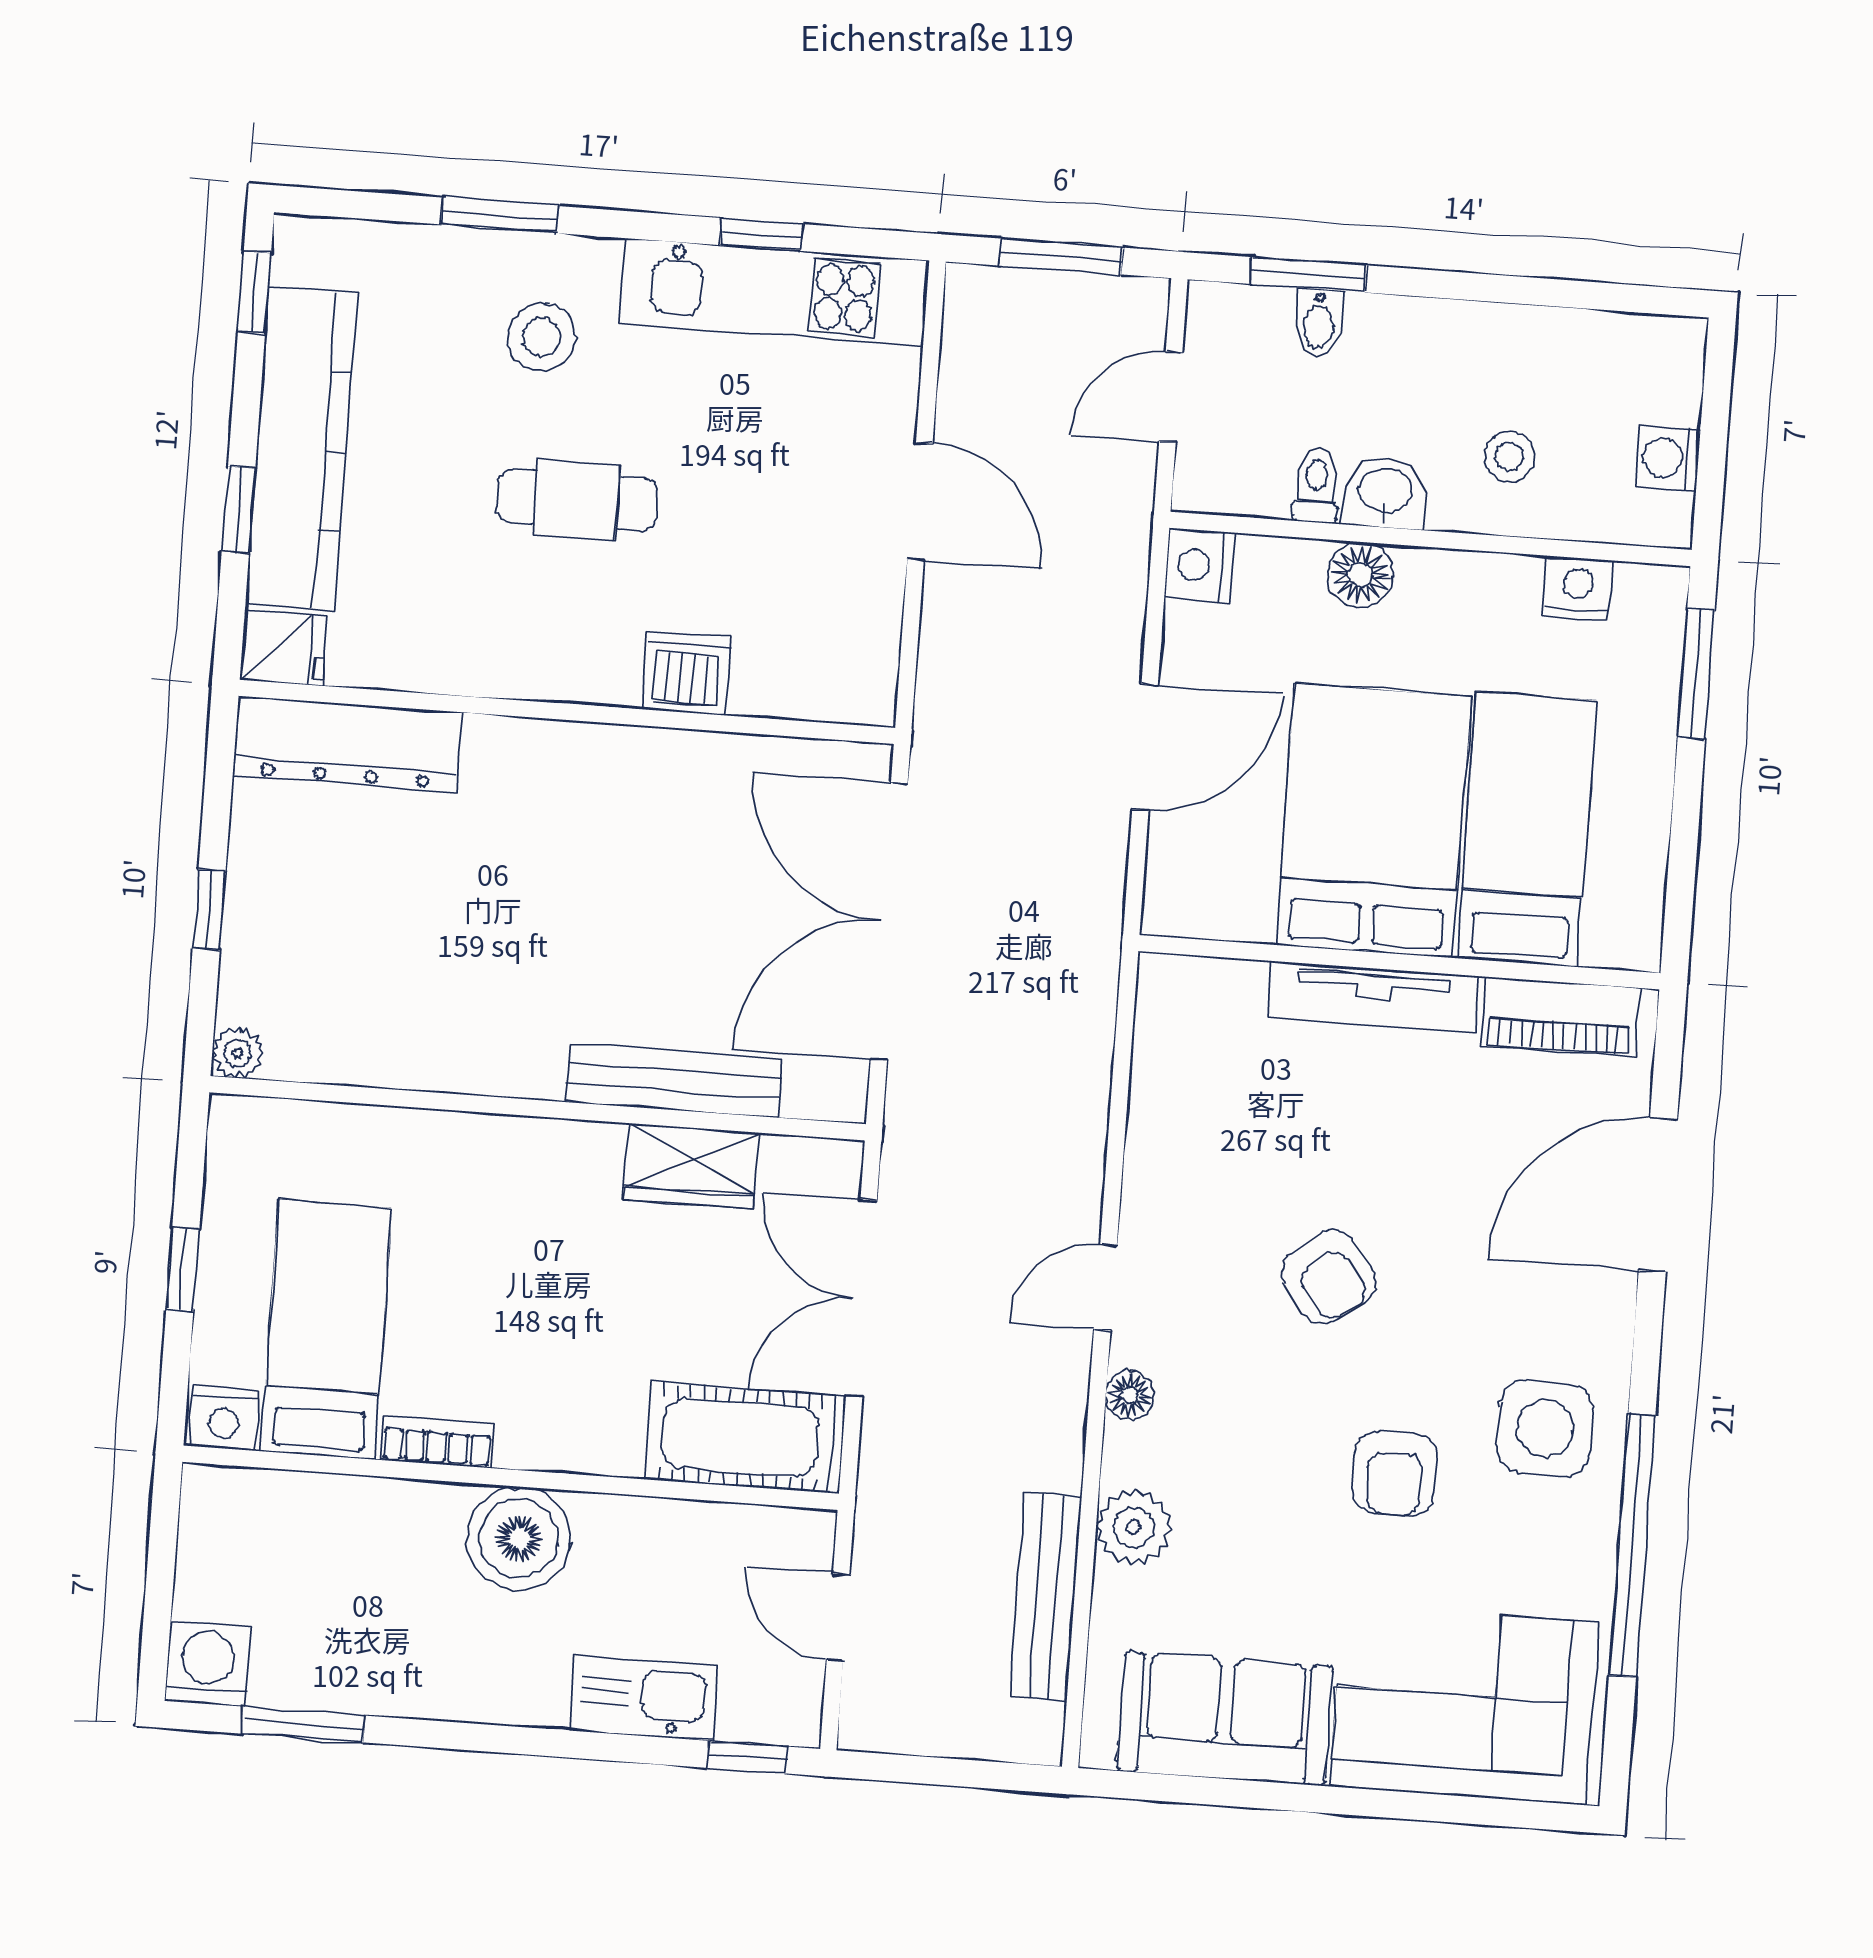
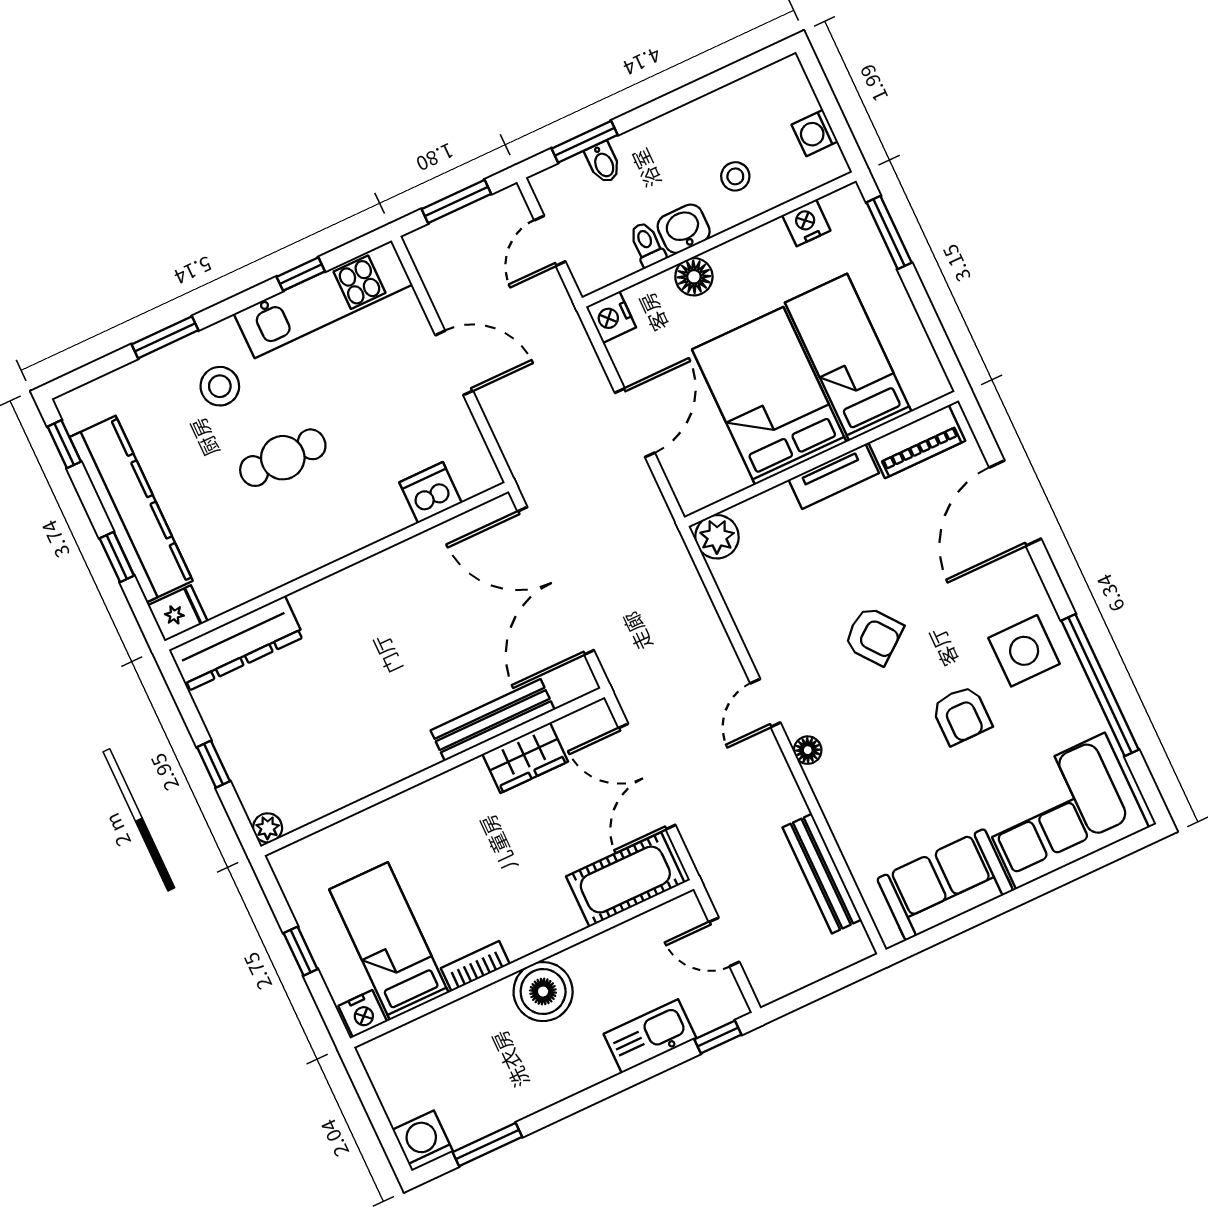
dishwasher: (687, 673) -> (431, 493), moved
tv unit: (1373, 997) -> (834, 476), width x0.71
plant: (1134, 1527) -> (717, 537), moved

